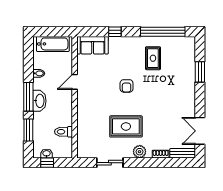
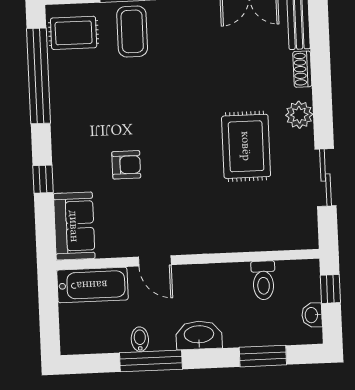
bathtub: (53, 44) -> (92, 285), moved, turned 90
rug: (153, 58) -> (74, 33), moved
coffee table: (181, 76) -> (132, 31), added
armchair: (127, 86) -> (126, 165), moved
window: (28, 97) -> (151, 361), moved
window: (47, 163) -> (330, 289), moved

